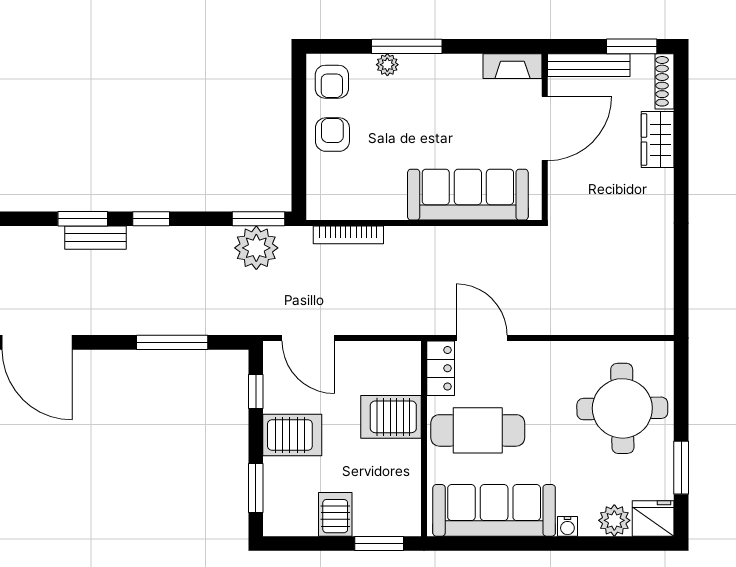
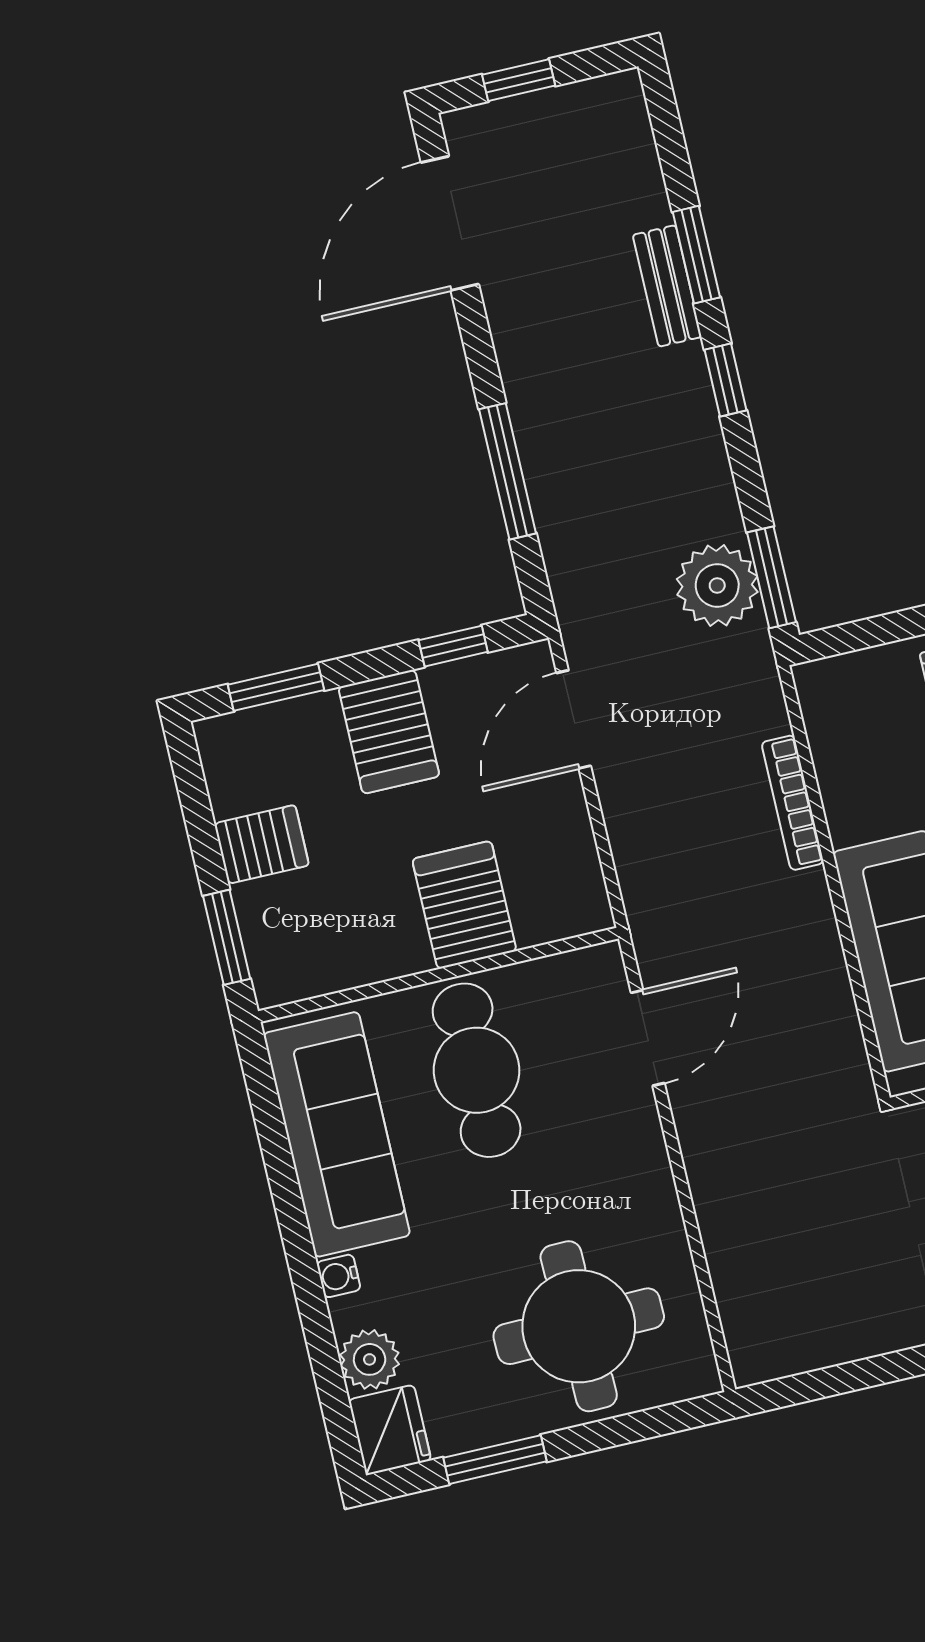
bookcase: (348, 235) -> (793, 803), moved
locker: (441, 368) -> (575, 975), removed

